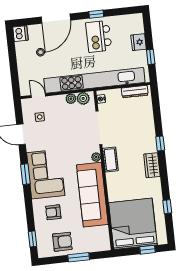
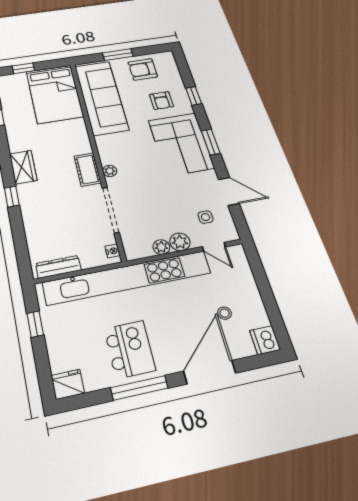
window: (96, 14) -> (139, 388), width x2.17
fridge: (139, 42) -> (68, 384), moved, turned -90
plant: (83, 98) -> (180, 242), moved
sofa: (92, 195) -> (101, 98), moved
armchair: (53, 212) -> (161, 101), turned 90
bed: (133, 224) -> (55, 94), width x0.73
window: (32, 239) -> (194, 96), moved

